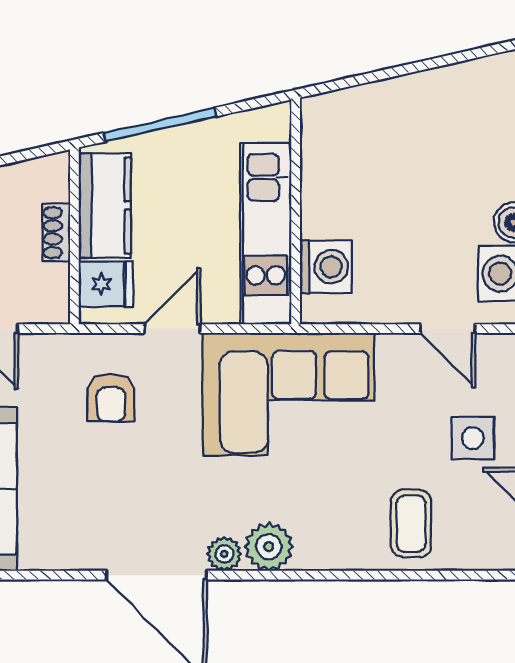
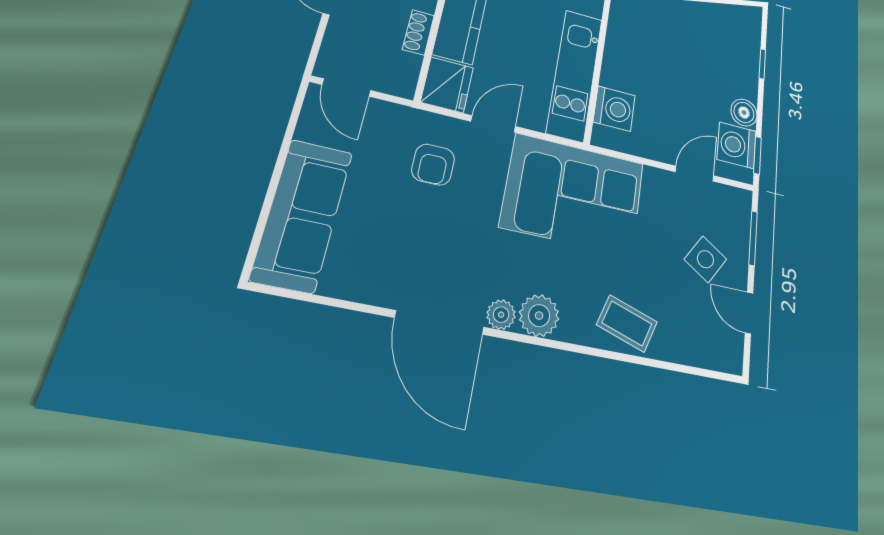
fridge: (106, 284) -> (447, 85), width x1.38
door: (448, 329) -> (695, 174), swing flipped
side table: (473, 438) -> (705, 259), turned 33
coffee table: (411, 524) -> (627, 323), moved, turned -72

